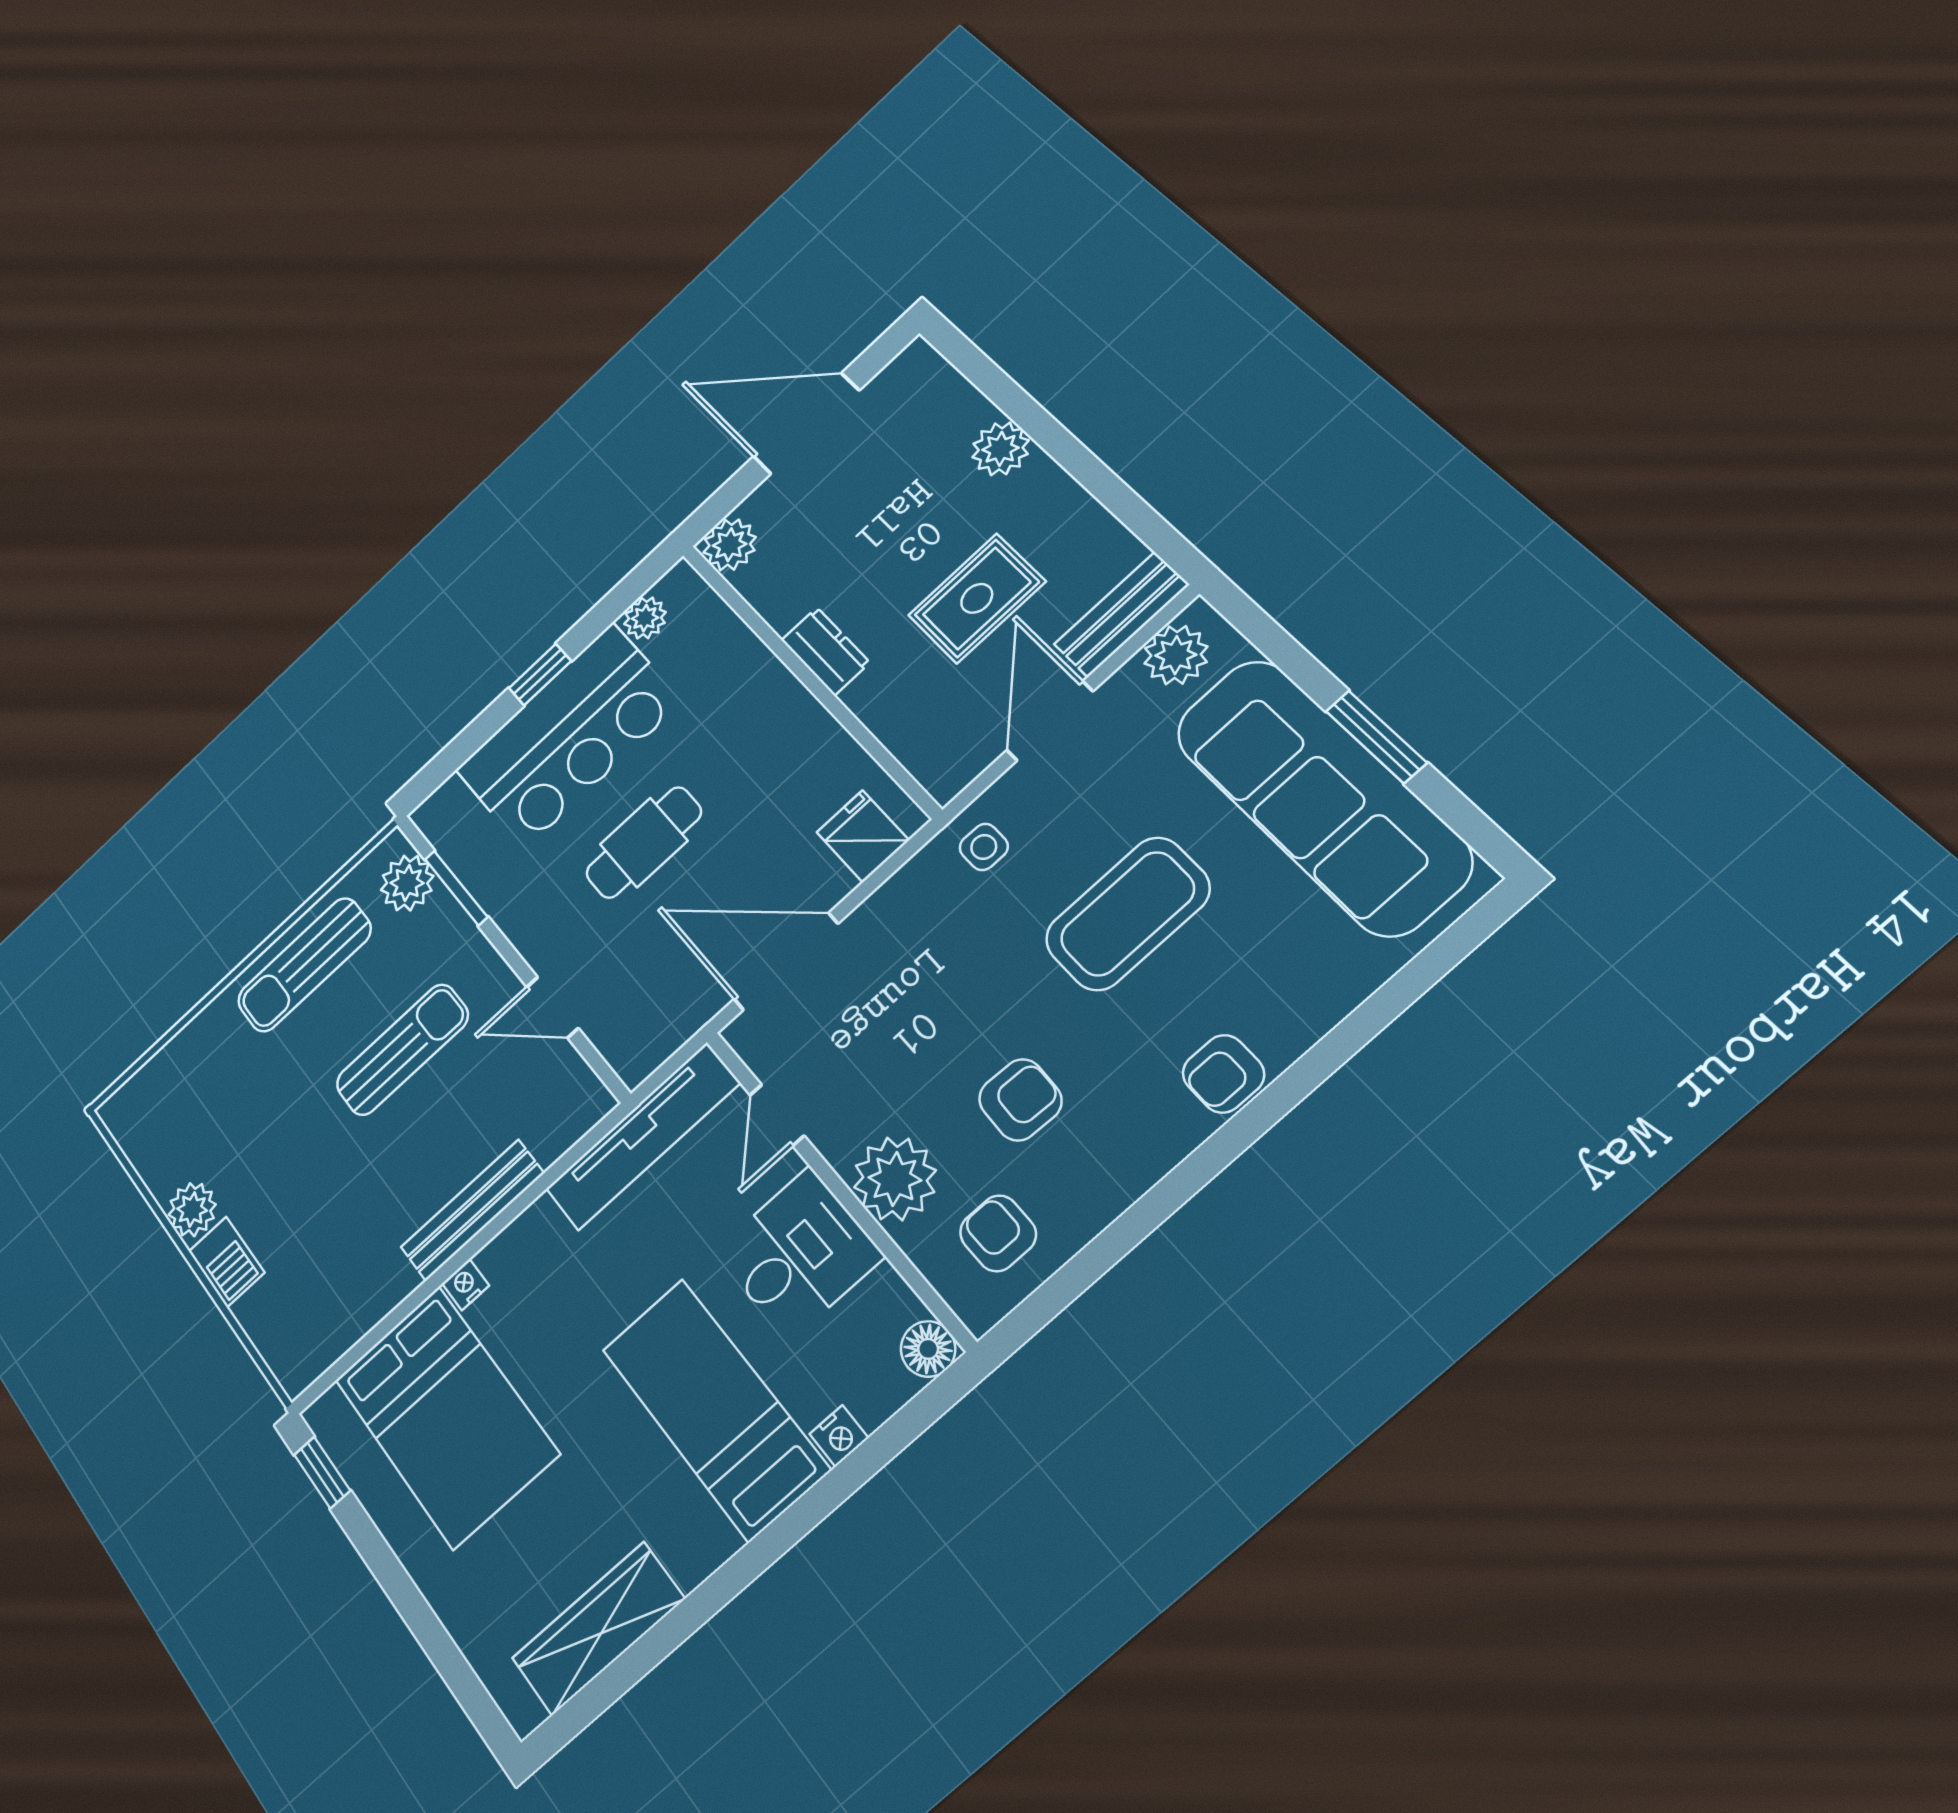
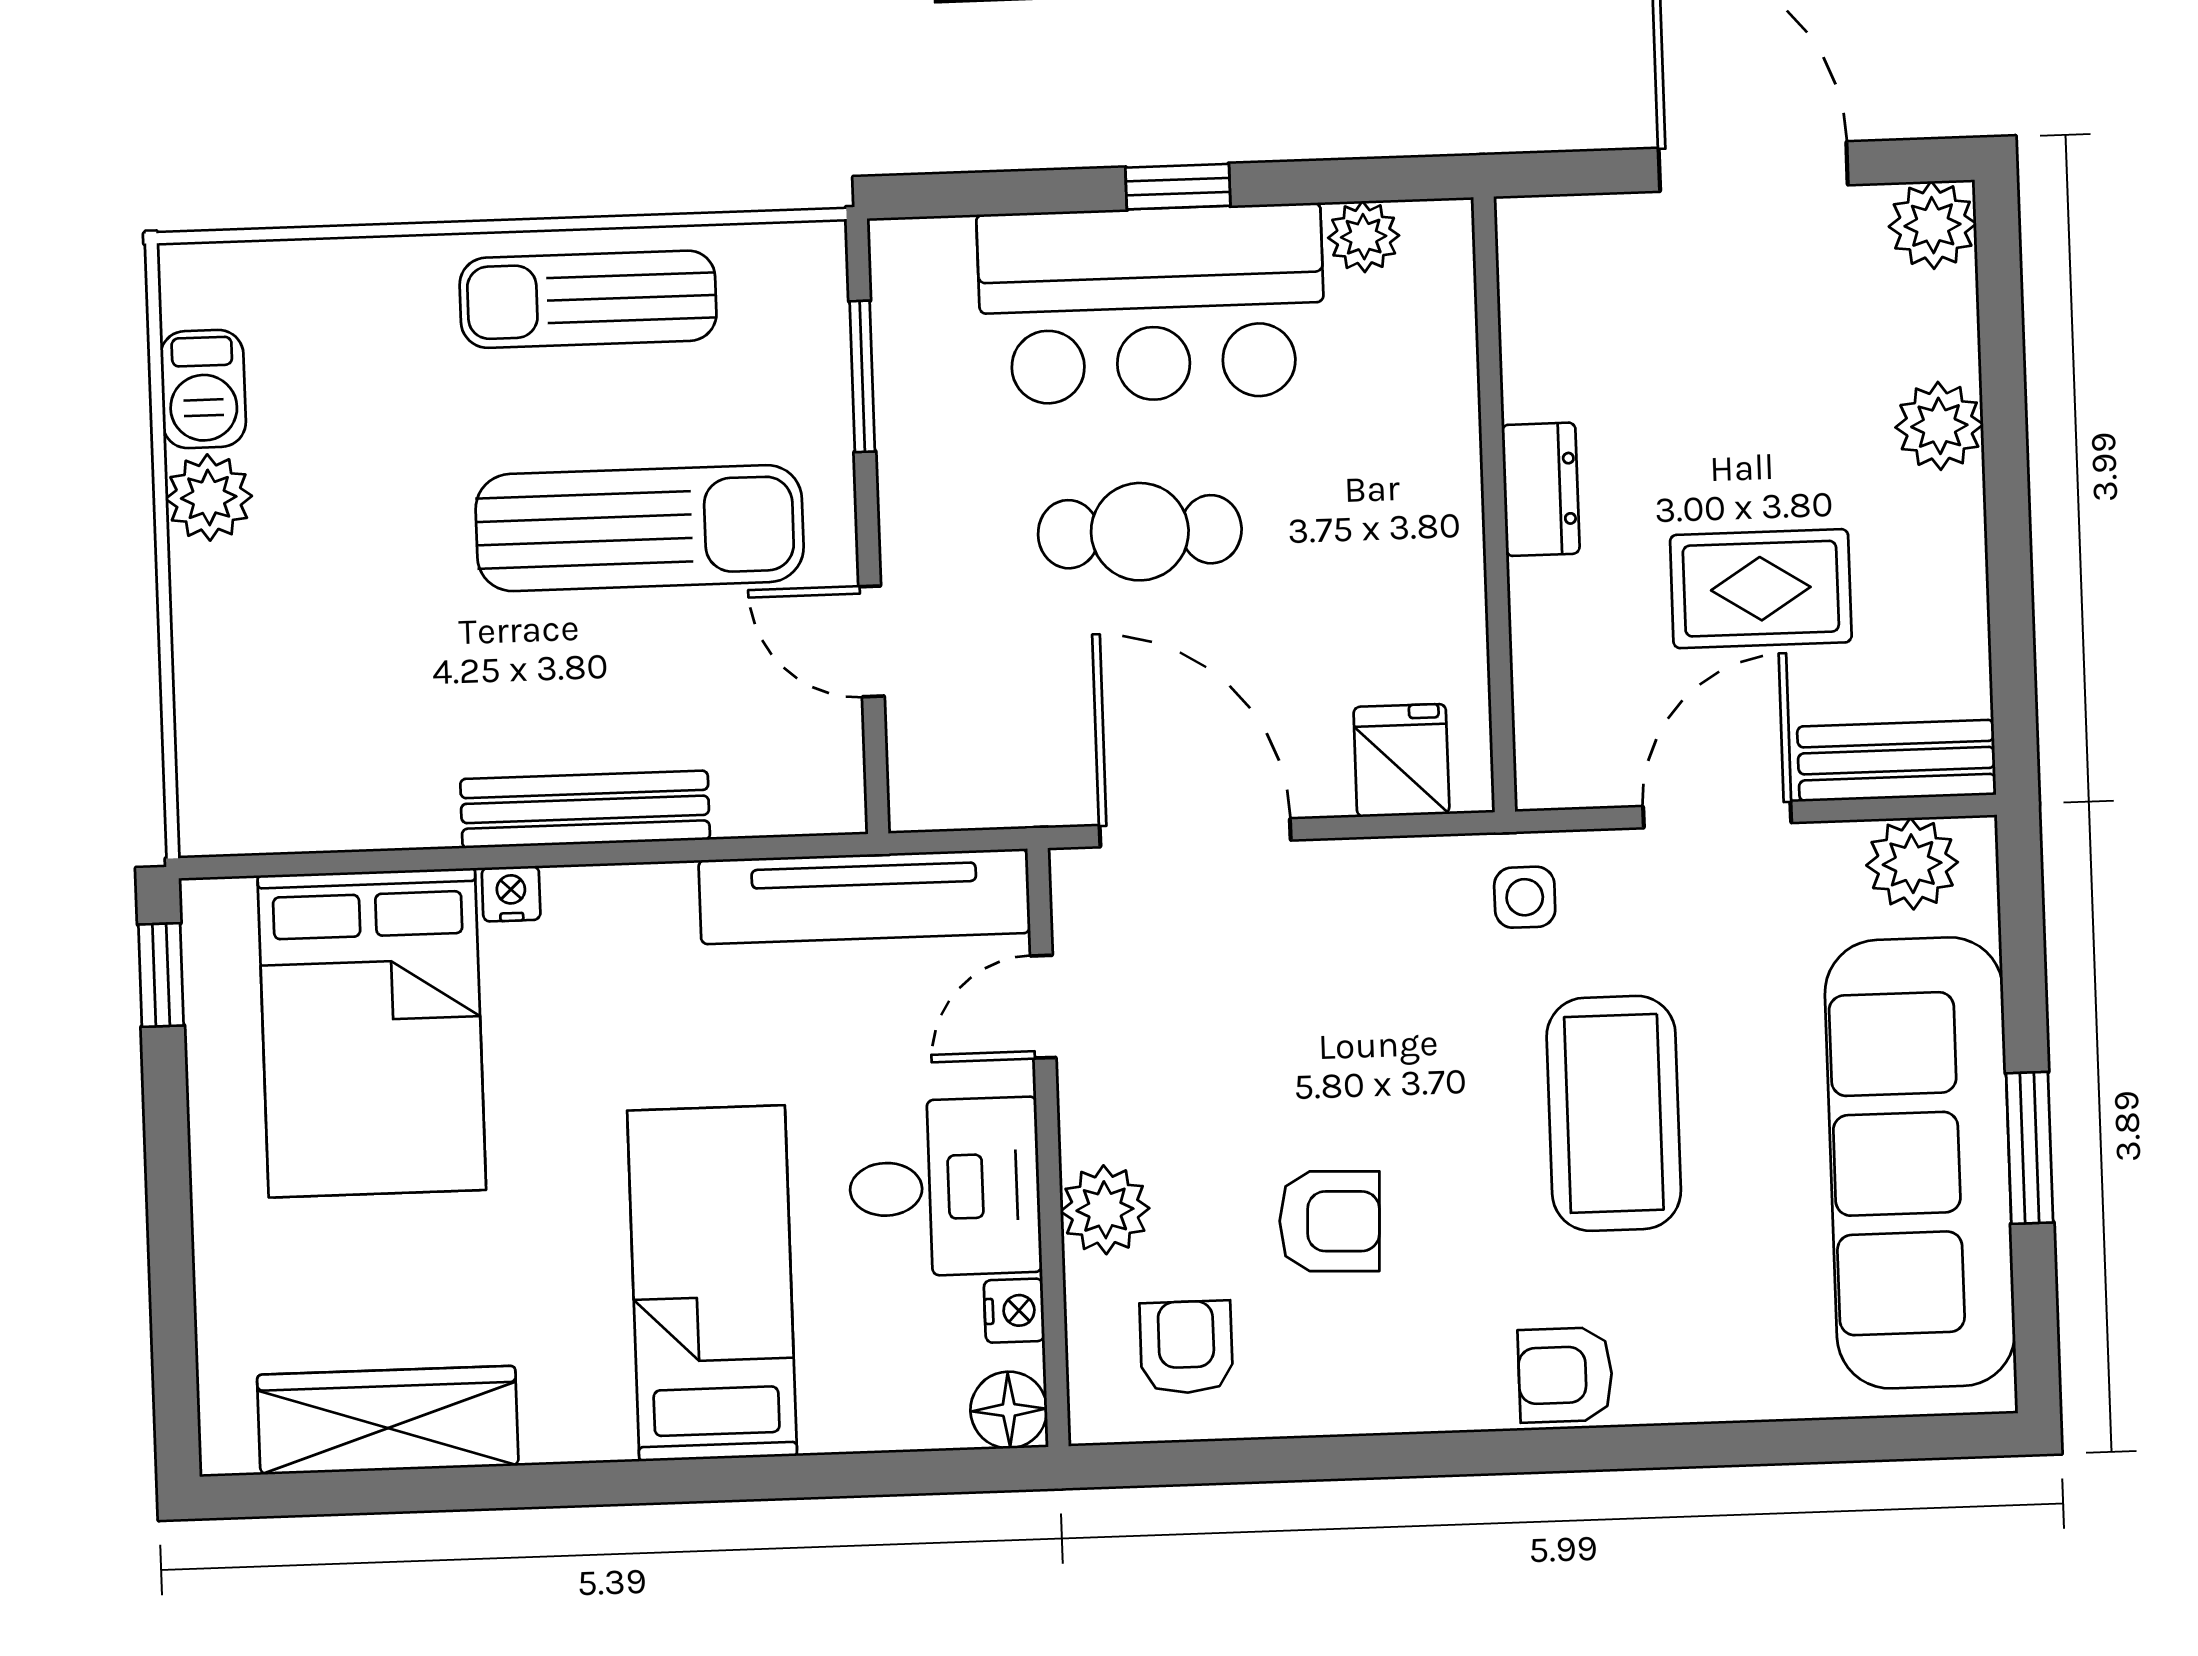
plant: (730, 545) -> (1933, 225), moved
plant: (407, 883) -> (803, 311), removed
coffee table: (1127, 914) -> (1614, 1113), turned 90
sun lounger: (402, 1050) -> (640, 528), width x1.36, depth x1.34
plant: (895, 1179) -> (1105, 1210), width x0.73, depth x0.73
barbecue: (227, 1262) -> (203, 389), moved
nightstand: (839, 1436) -> (1014, 1311), moved, turned -90

